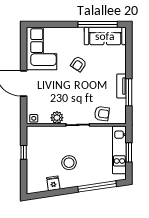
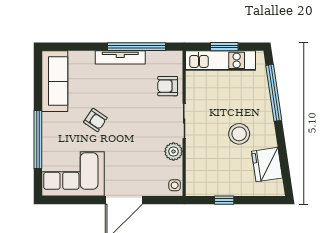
window: (98, 24) -> (38, 139), moved
tv unit: (122, 86) -> (120, 57), width x1.41
window: (129, 92) -> (137, 47), width x1.46
armchair: (102, 114) -> (168, 86), turned -98
fridge: (53, 183) -> (267, 165), width x1.88, depth x1.34

